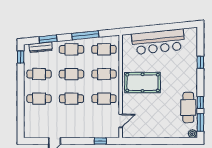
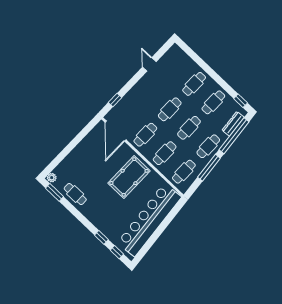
window: (48, 39) -> (234, 136), width x2.11
bar counter: (158, 42) -> (149, 220), width x1.36
window: (200, 102) -> (117, 252), moved
cafe table: (188, 108) -> (75, 194), width x0.73, depth x0.74
door: (121, 121) -> (116, 131), width x1.88

